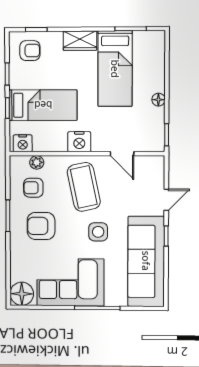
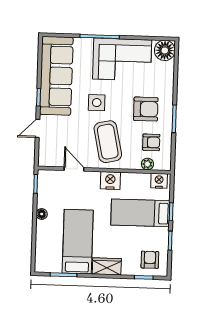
armchair: (30, 51) -> (150, 260), turned 90

